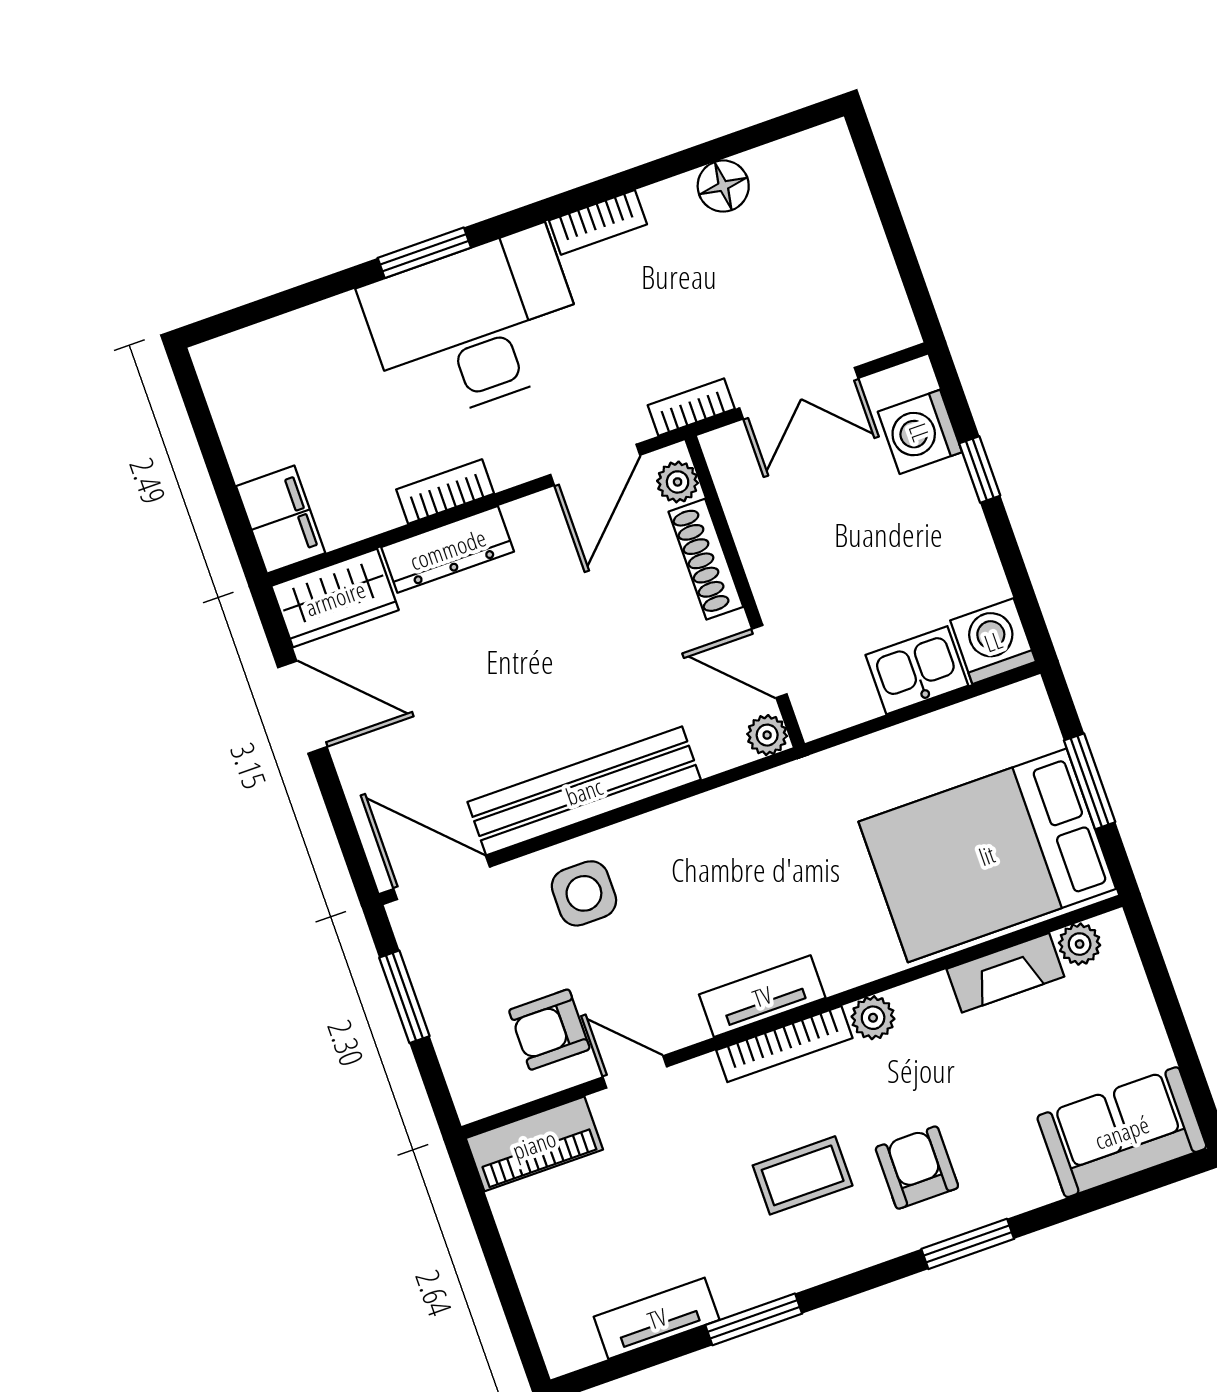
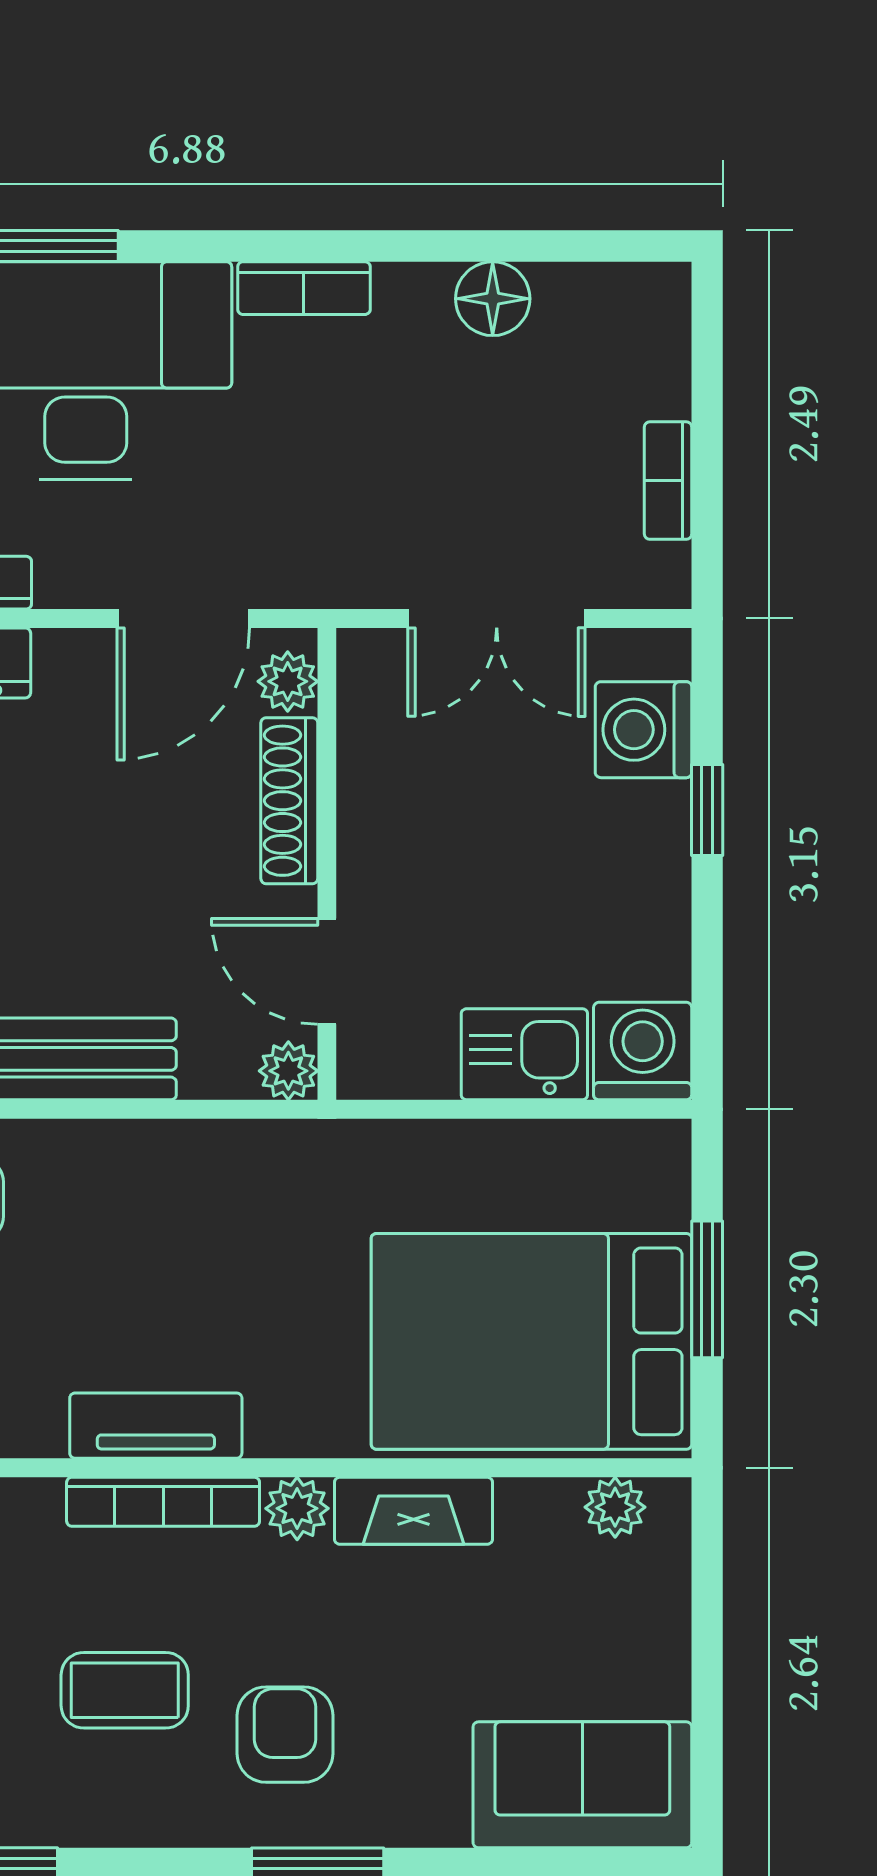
bookcase: (691, 407) -> (668, 481), moved, turned -90
fireplace: (1005, 973) -> (414, 1511), moved

